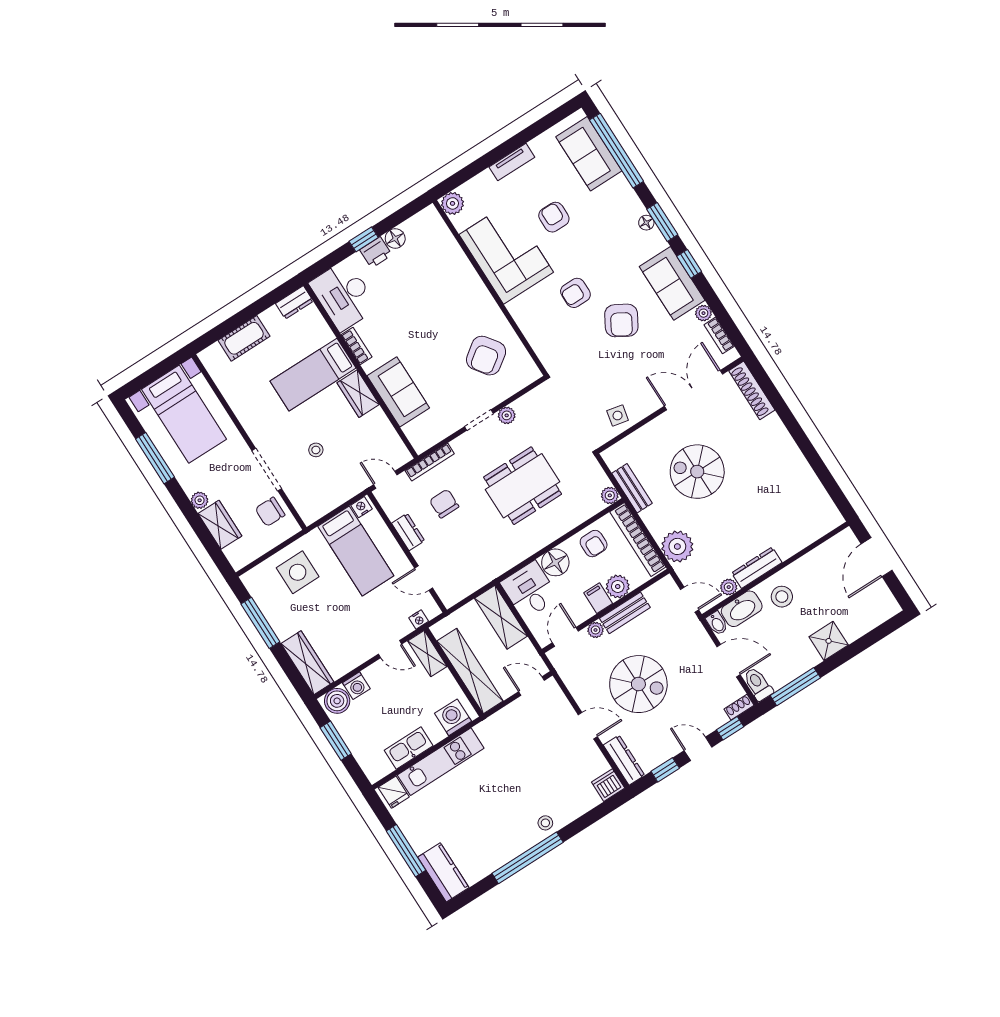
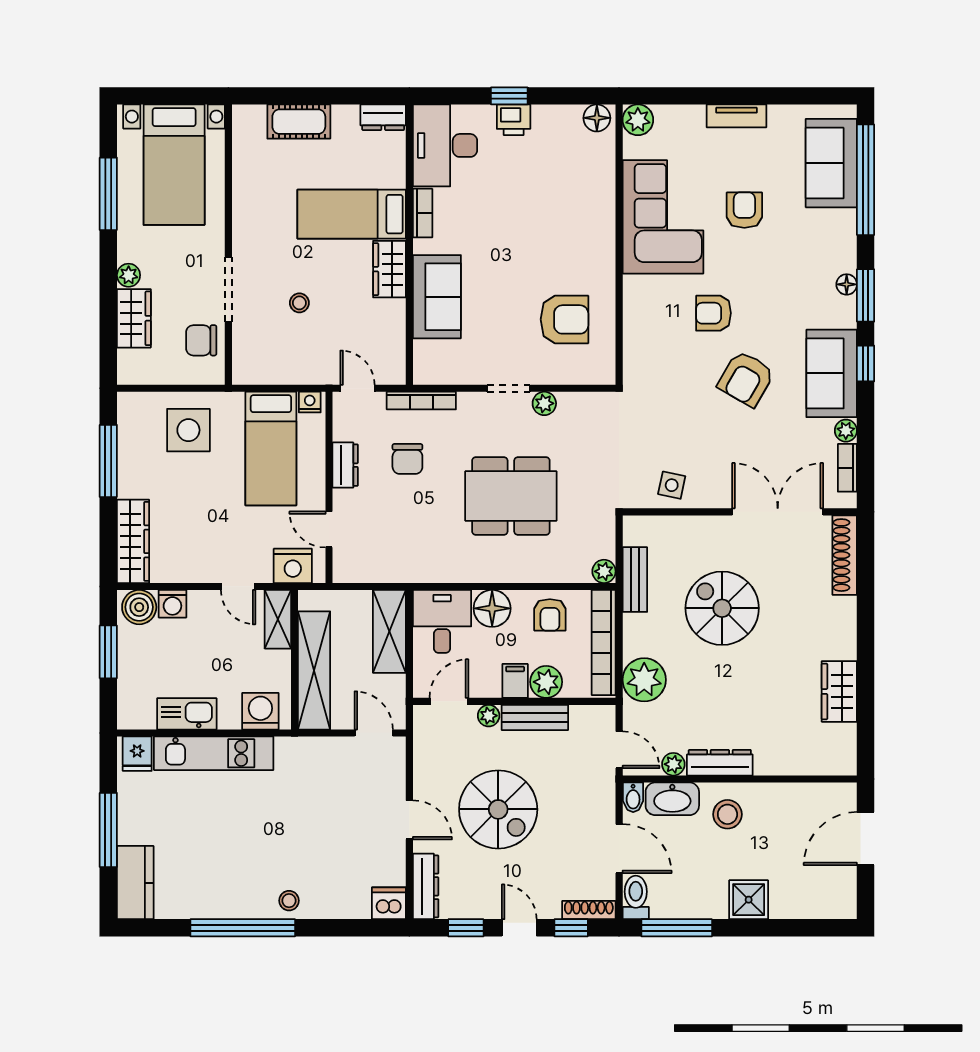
floor lamp: (395, 238) -> (597, 118), moved
armchair: (486, 356) -> (565, 319), turned -144
wardrobe: (802, 477) -> (839, 691), added
chair: (444, 504) -> (407, 459), turned 180
nightstand: (419, 620) -> (293, 566), width x1.89, depth x1.79
shoe rack: (739, 707) -> (589, 910), width x1.43

